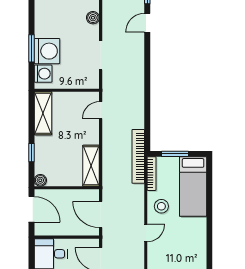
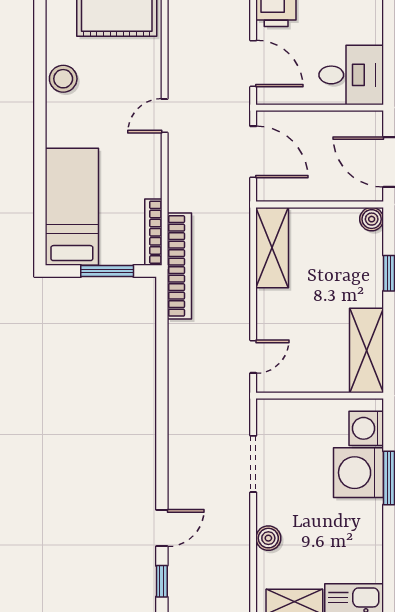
stool: (161, 206) -> (63, 79), moved

